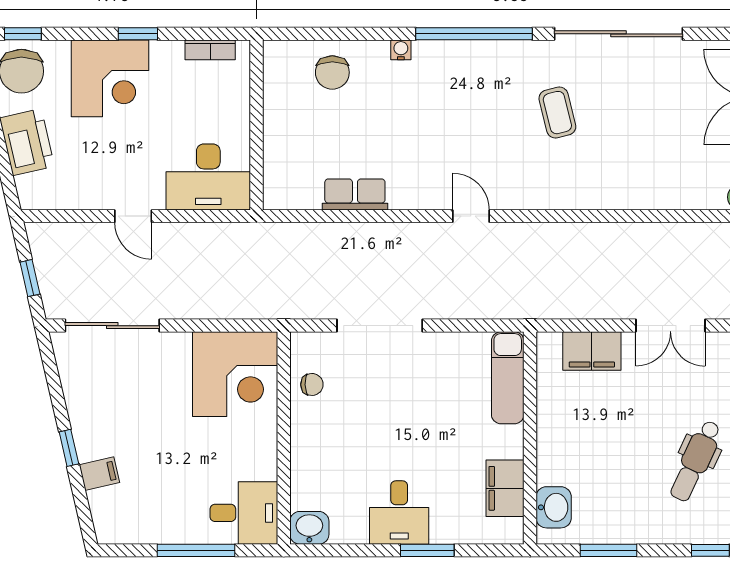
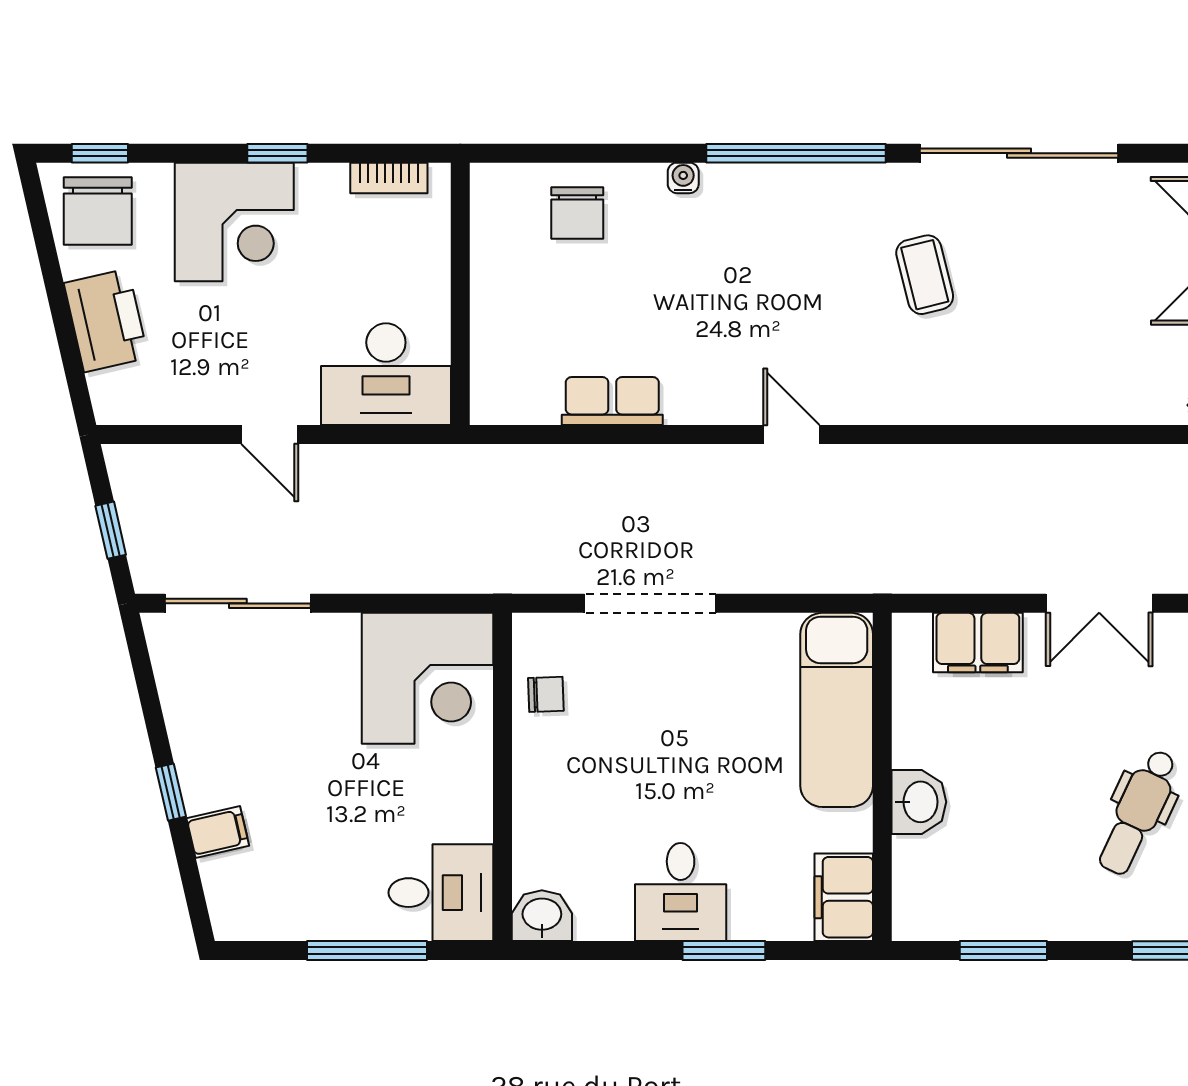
exam couch: (508, 378) -> (837, 710), width x1.36, depth x1.45
filing cabinet: (505, 488) -> (844, 897), moved
washbasin: (554, 507) -> (919, 802), moved

